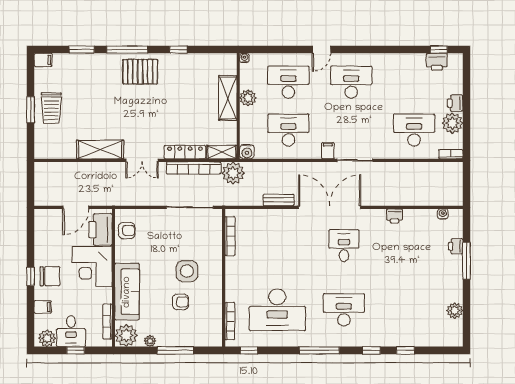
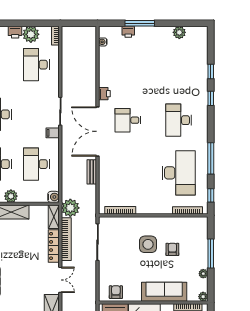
printer: (395, 216) -> (104, 94), moved
plant: (126, 336) -> (203, 297), width x0.53, depth x0.53
window: (319, 350) -> (211, 158), moved

